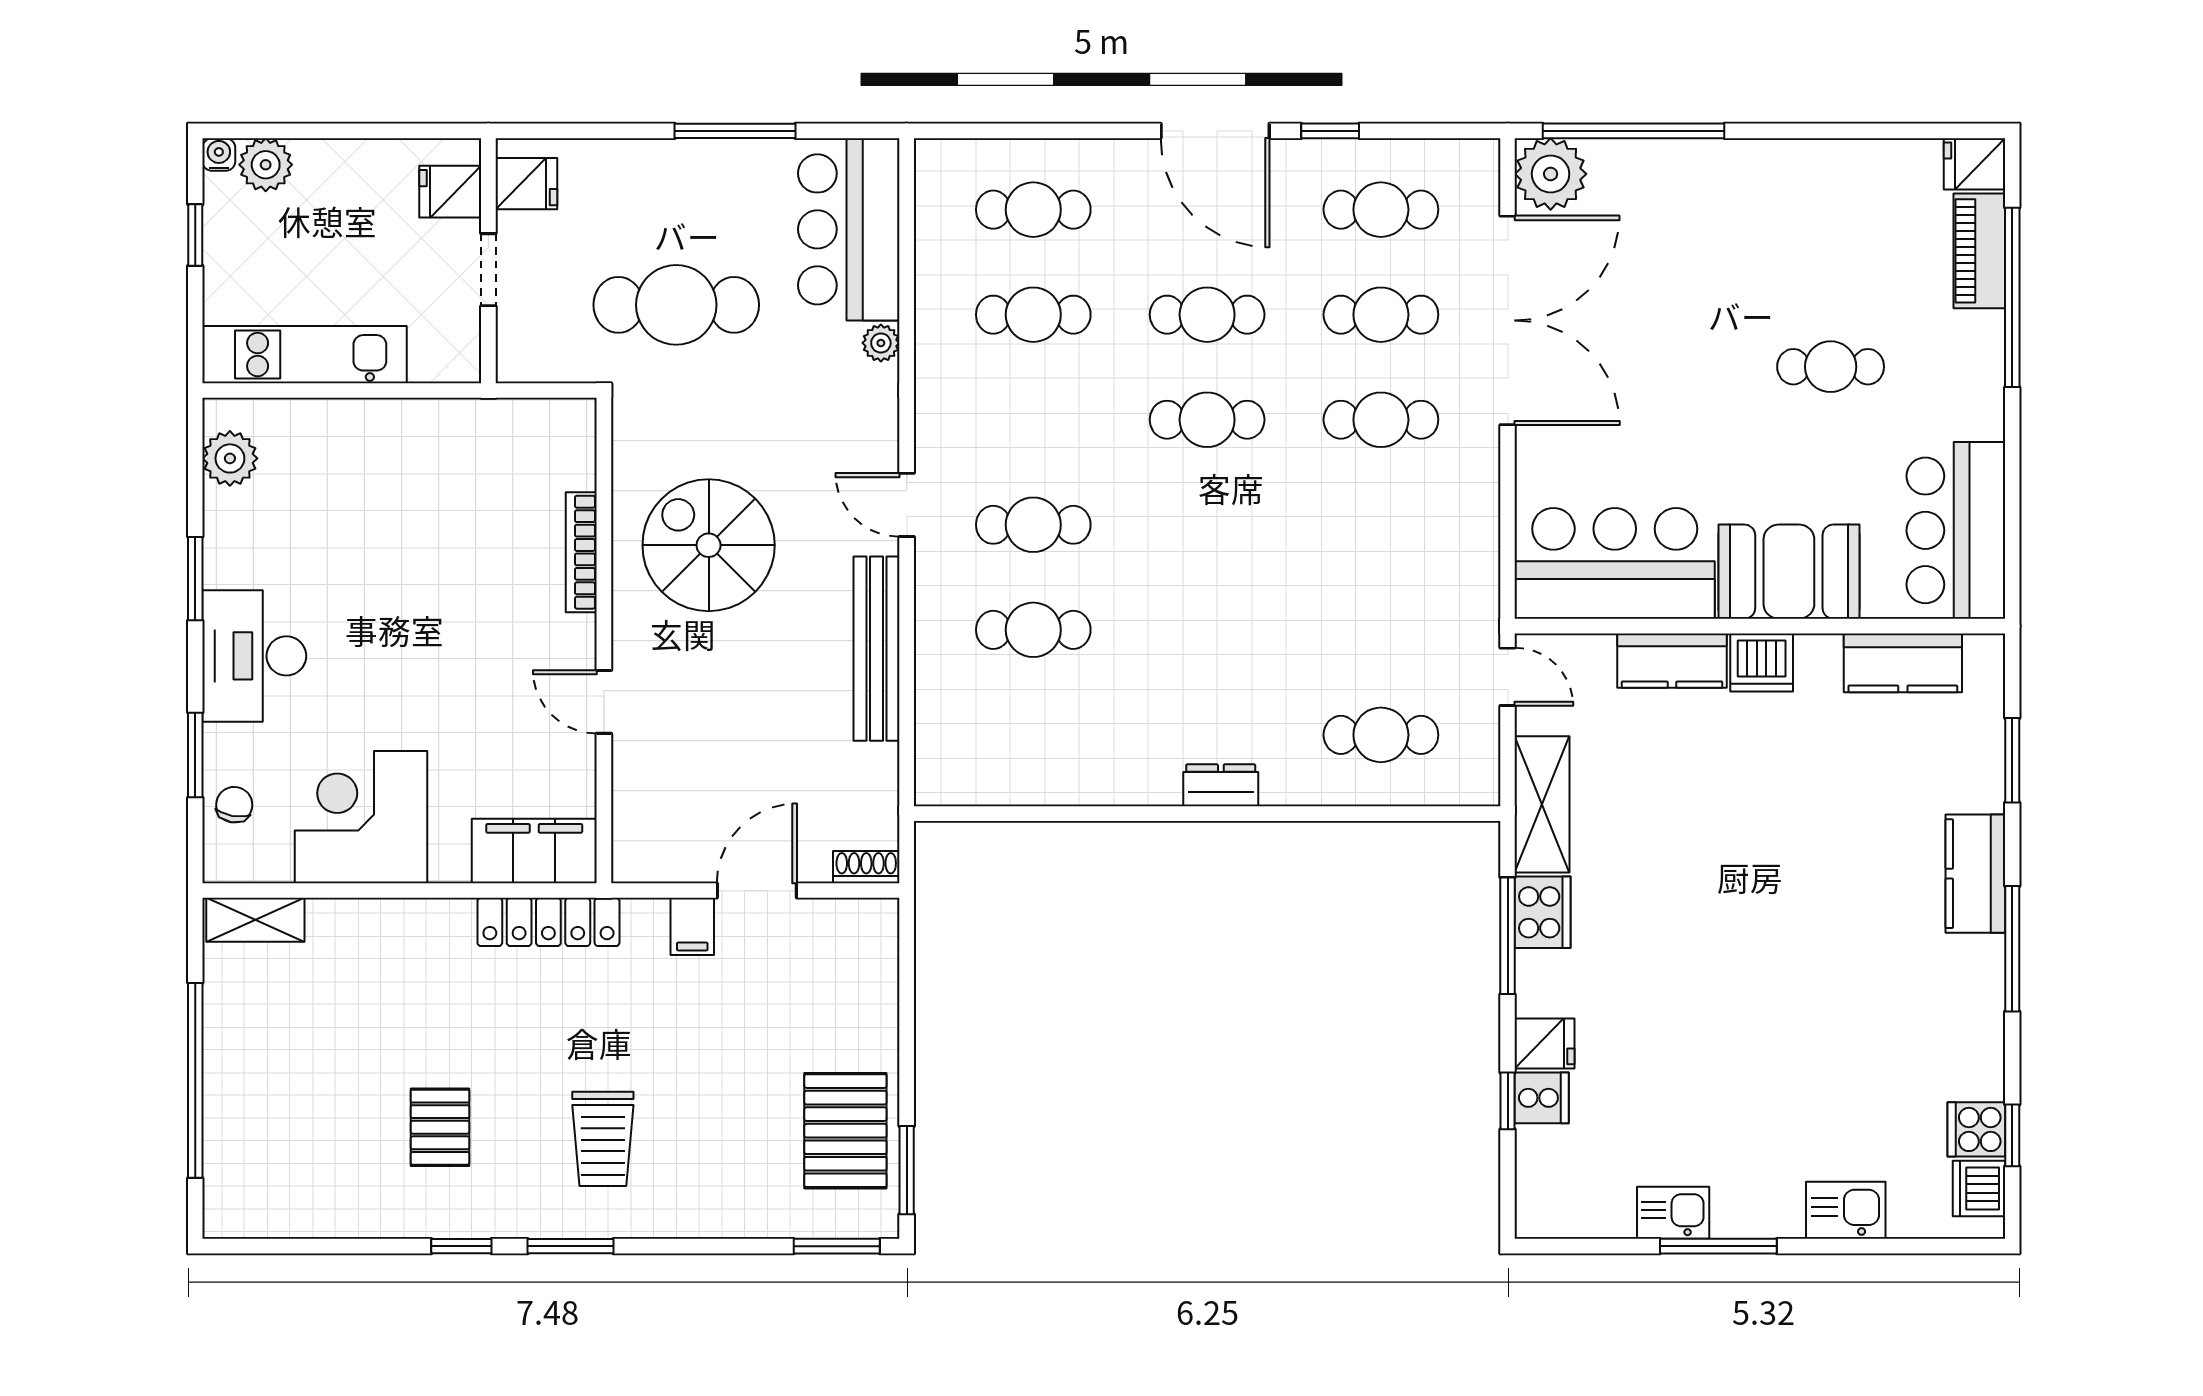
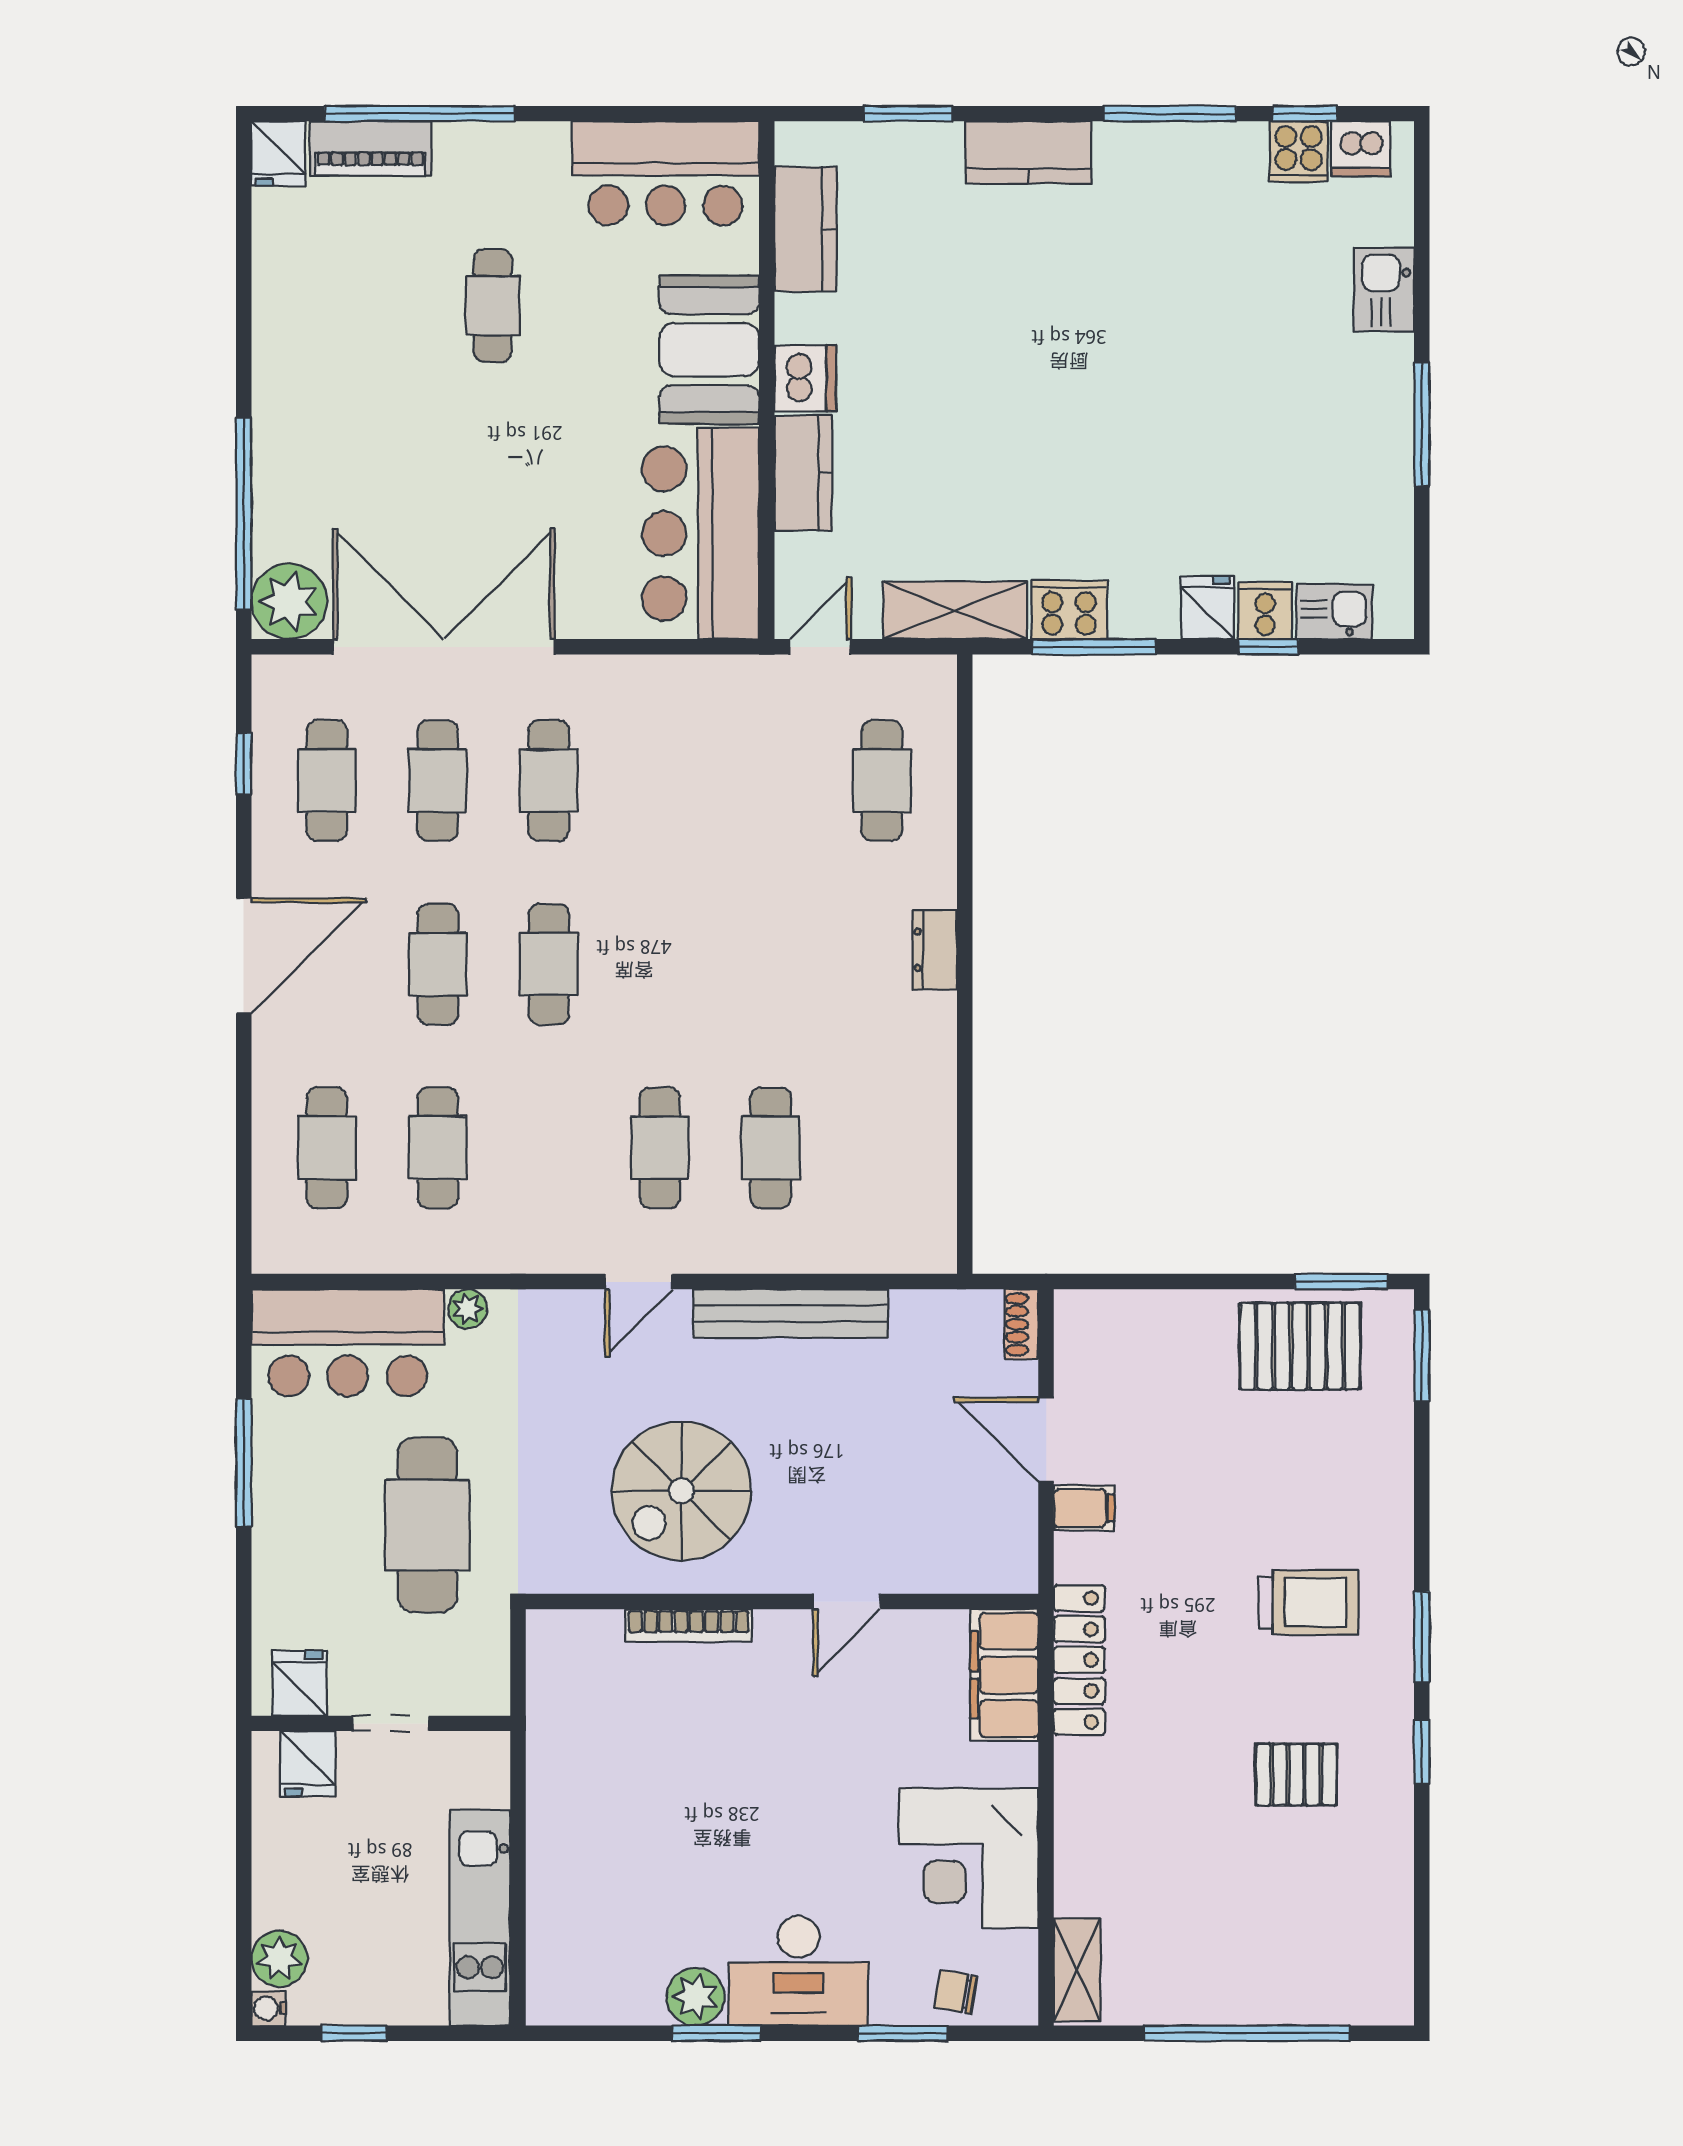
window: (1330, 131) -> (244, 764), moved
plant: (230, 458) -> (696, 1996), moved
window: (2012, 949) -> (1170, 114), moved
kitchen sink: (1673, 1213) -> (1334, 612), moved, turned 90

